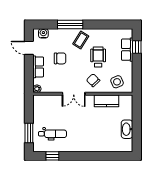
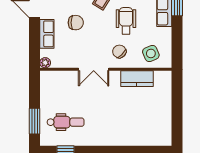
washbasin: (127, 129) -> (164, 116), removed

